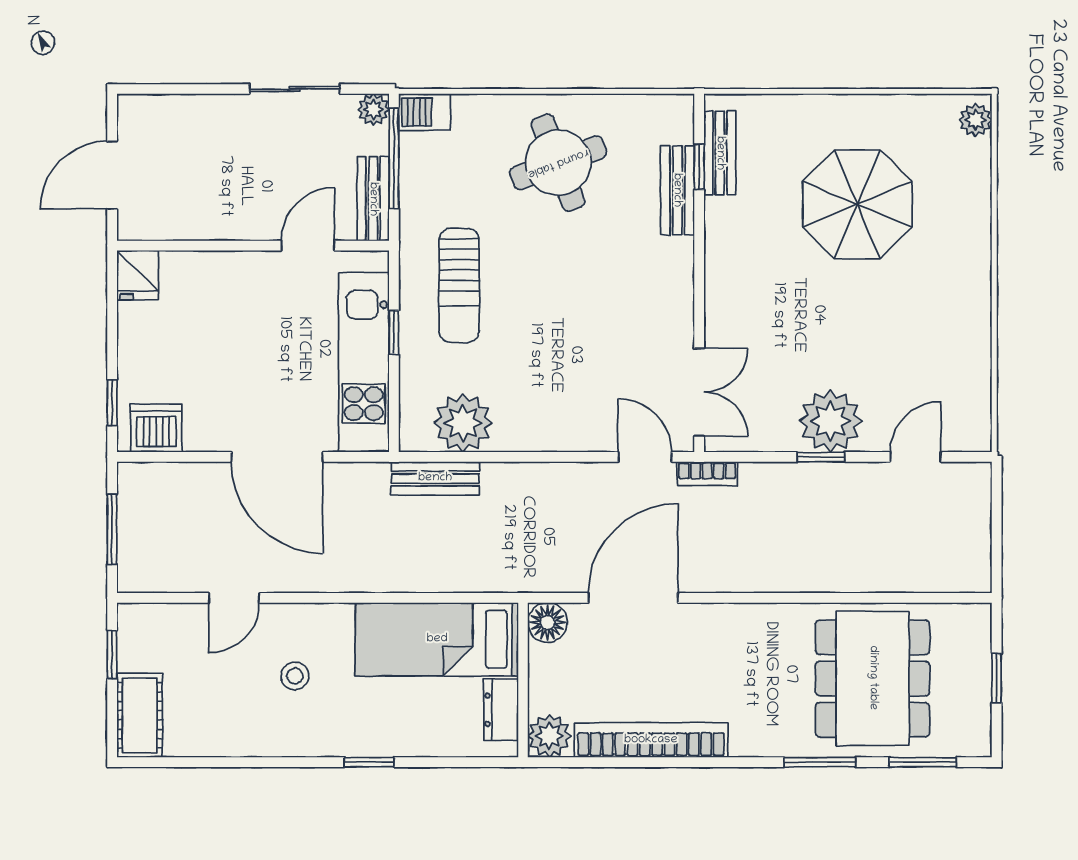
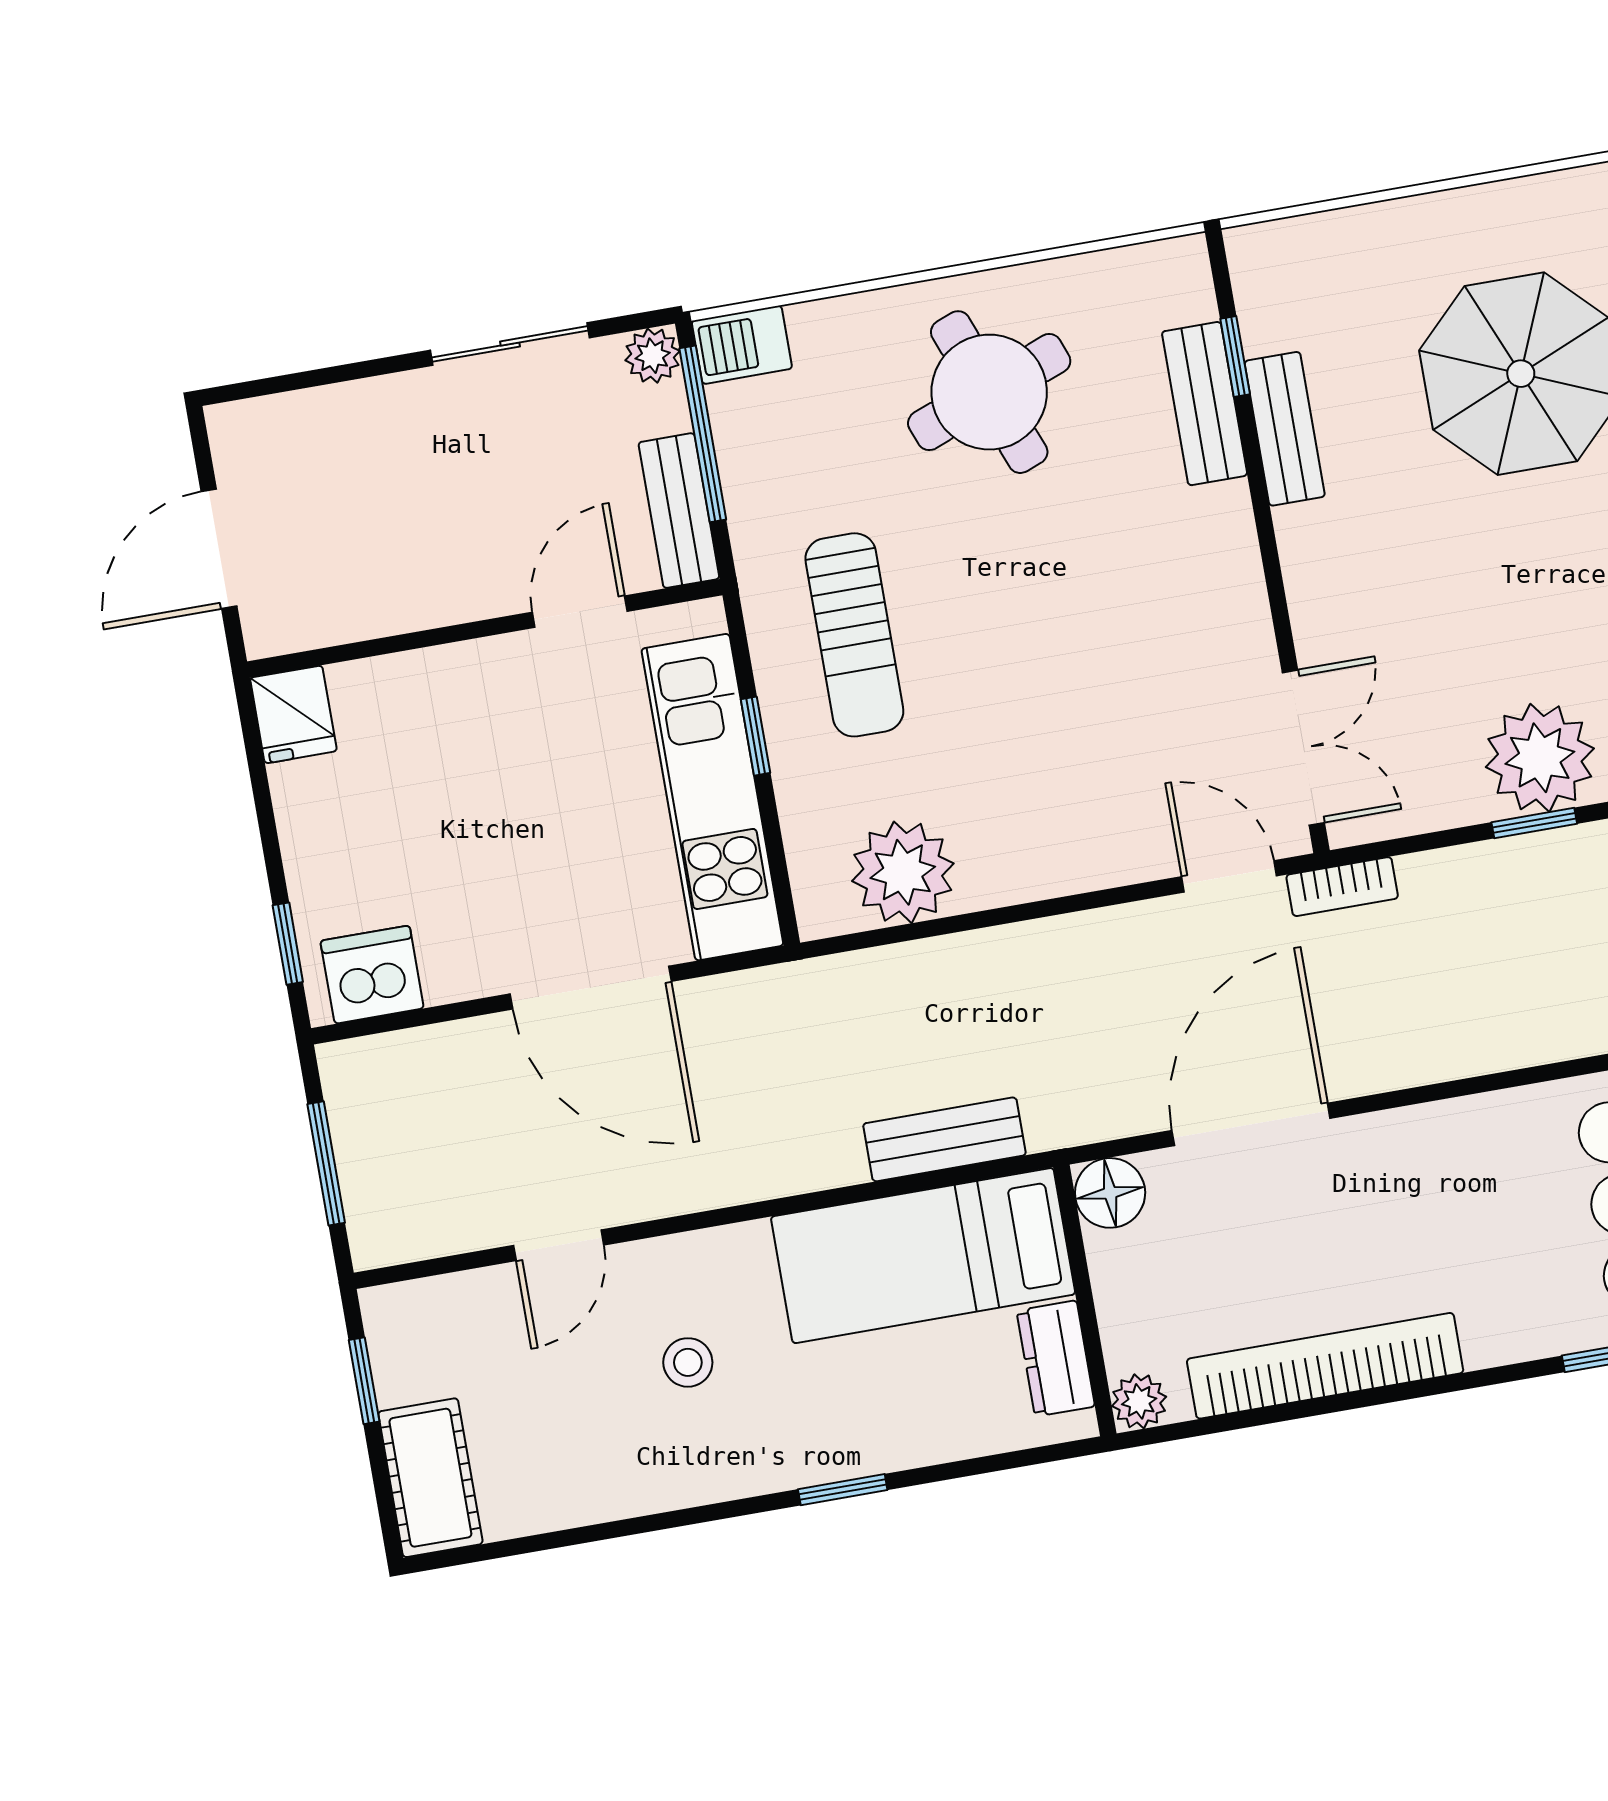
bench: (720, 153) -> (1285, 429), moved
bench: (435, 478) -> (944, 1139), moved
plant: (549, 736) -> (1139, 1401), width x0.73, depth x0.73

